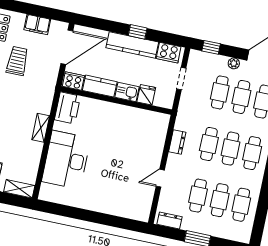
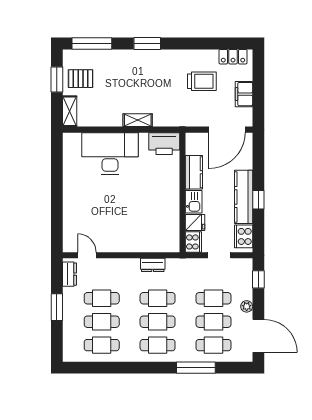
door: (67, 47) -> (227, 130), hinge flipped
cooker: (73, 81) -> (193, 242), moved
door: (160, 178) -> (87, 255), moved

